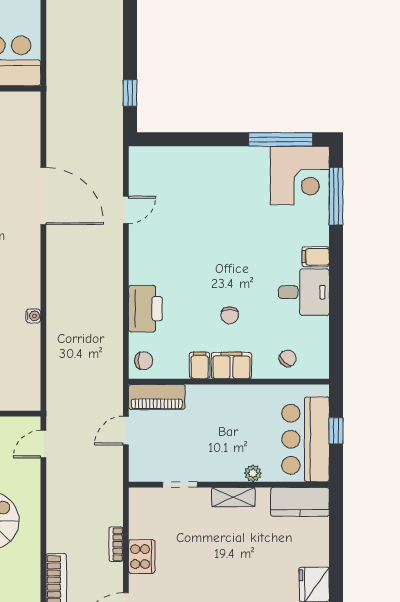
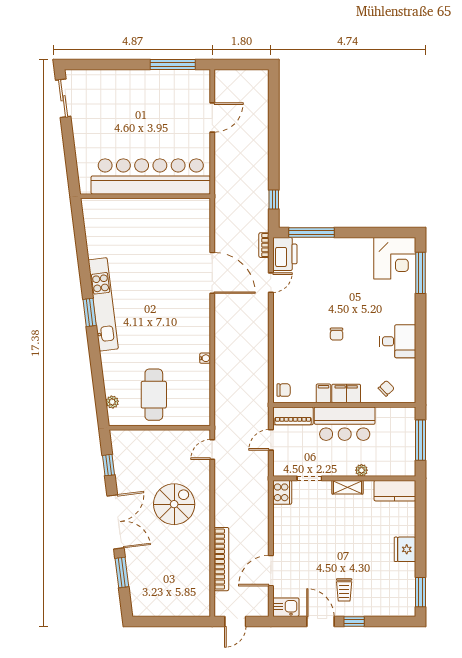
window: (281, 139) -> (311, 232), moved
filing cabinet: (316, 257) -> (406, 316), removed
printer: (145, 309) -> (285, 254), moved
chair: (230, 315) -> (337, 334), moved
window: (336, 431) -> (421, 440), width x2.17
bar counter: (305, 439) -> (345, 424), moved, turned -90
bookcase: (116, 544) -> (264, 245), moved
cooker: (142, 557) -> (282, 492), moved

